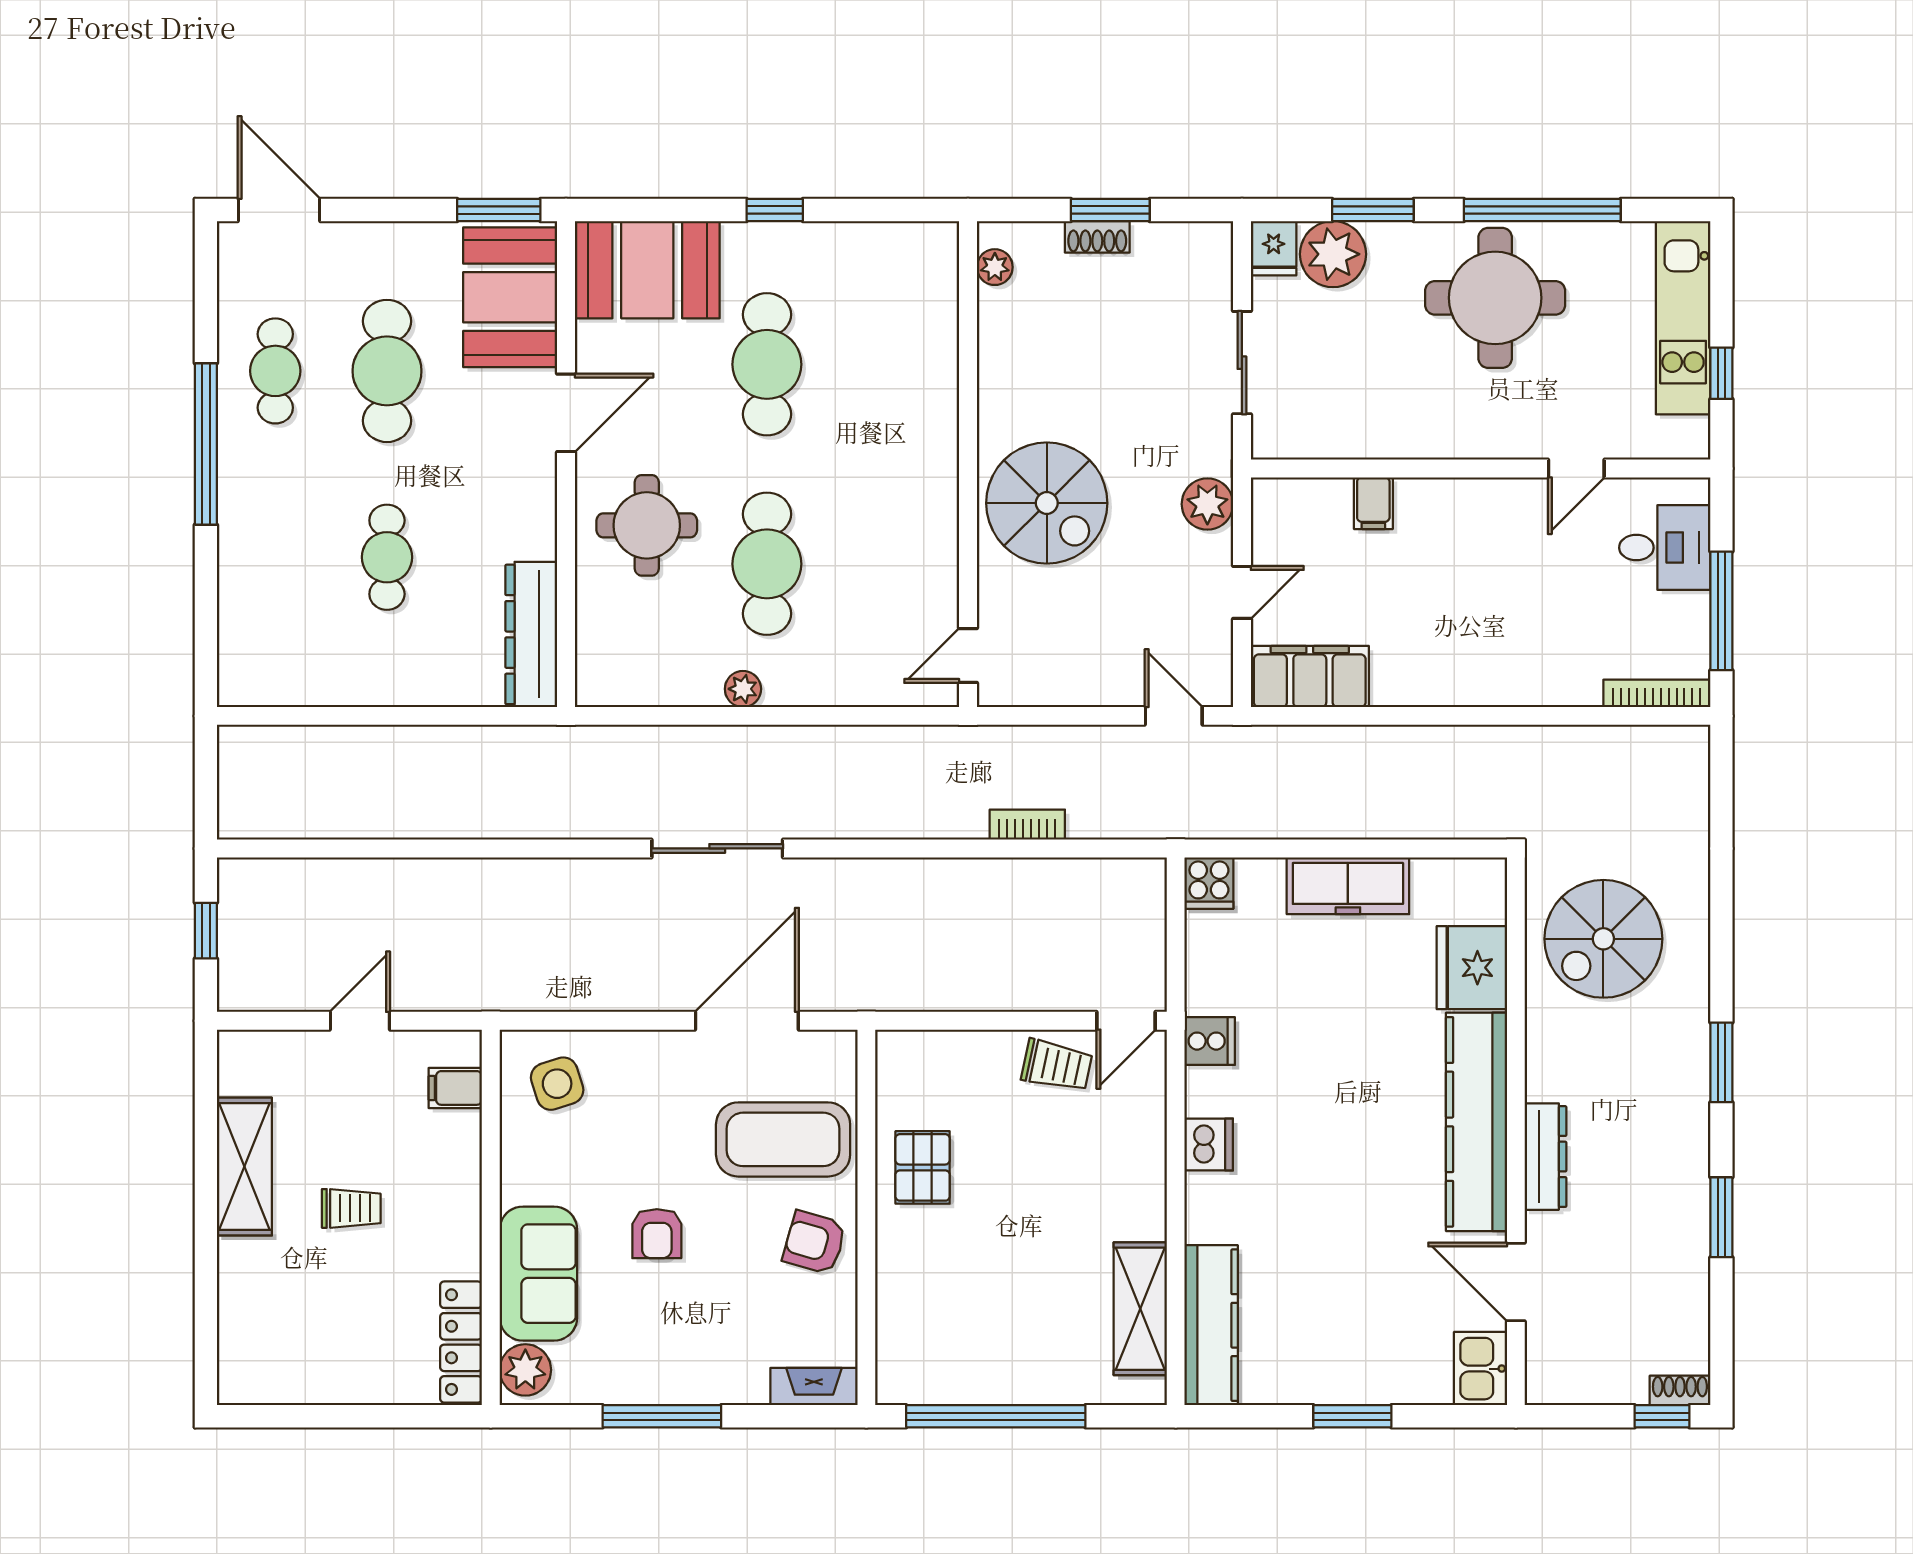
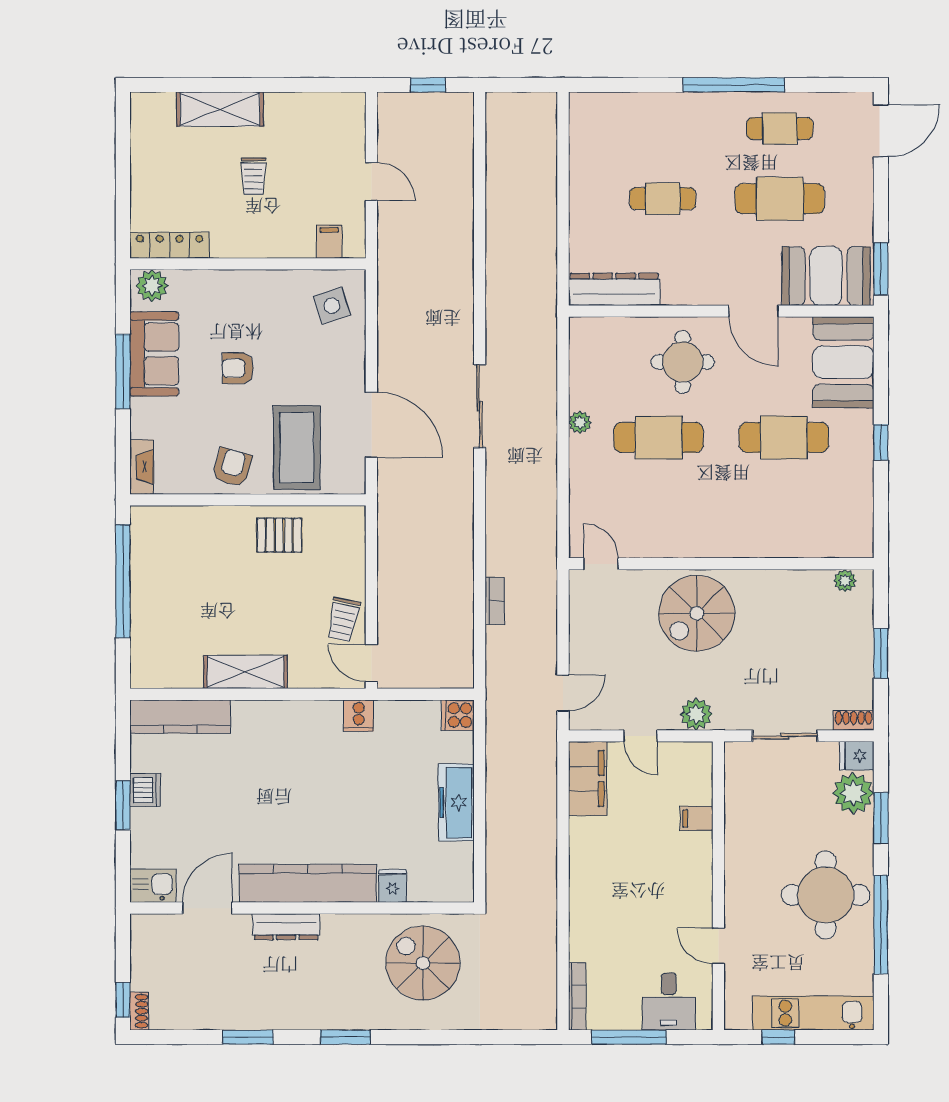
shoe rack: (1097, 237) -> (854, 720), moved, turned 90
fridge: (1472, 968) -> (393, 886), width x0.53, depth x0.75
dishwasher: (1209, 1145) -> (145, 790), moved, turned -90
shelving: (244, 1167) -> (220, 109), moved
sofa: (538, 1274) -> (154, 354), moved, turned -90
shelving: (1140, 1309) -> (245, 672), moved

